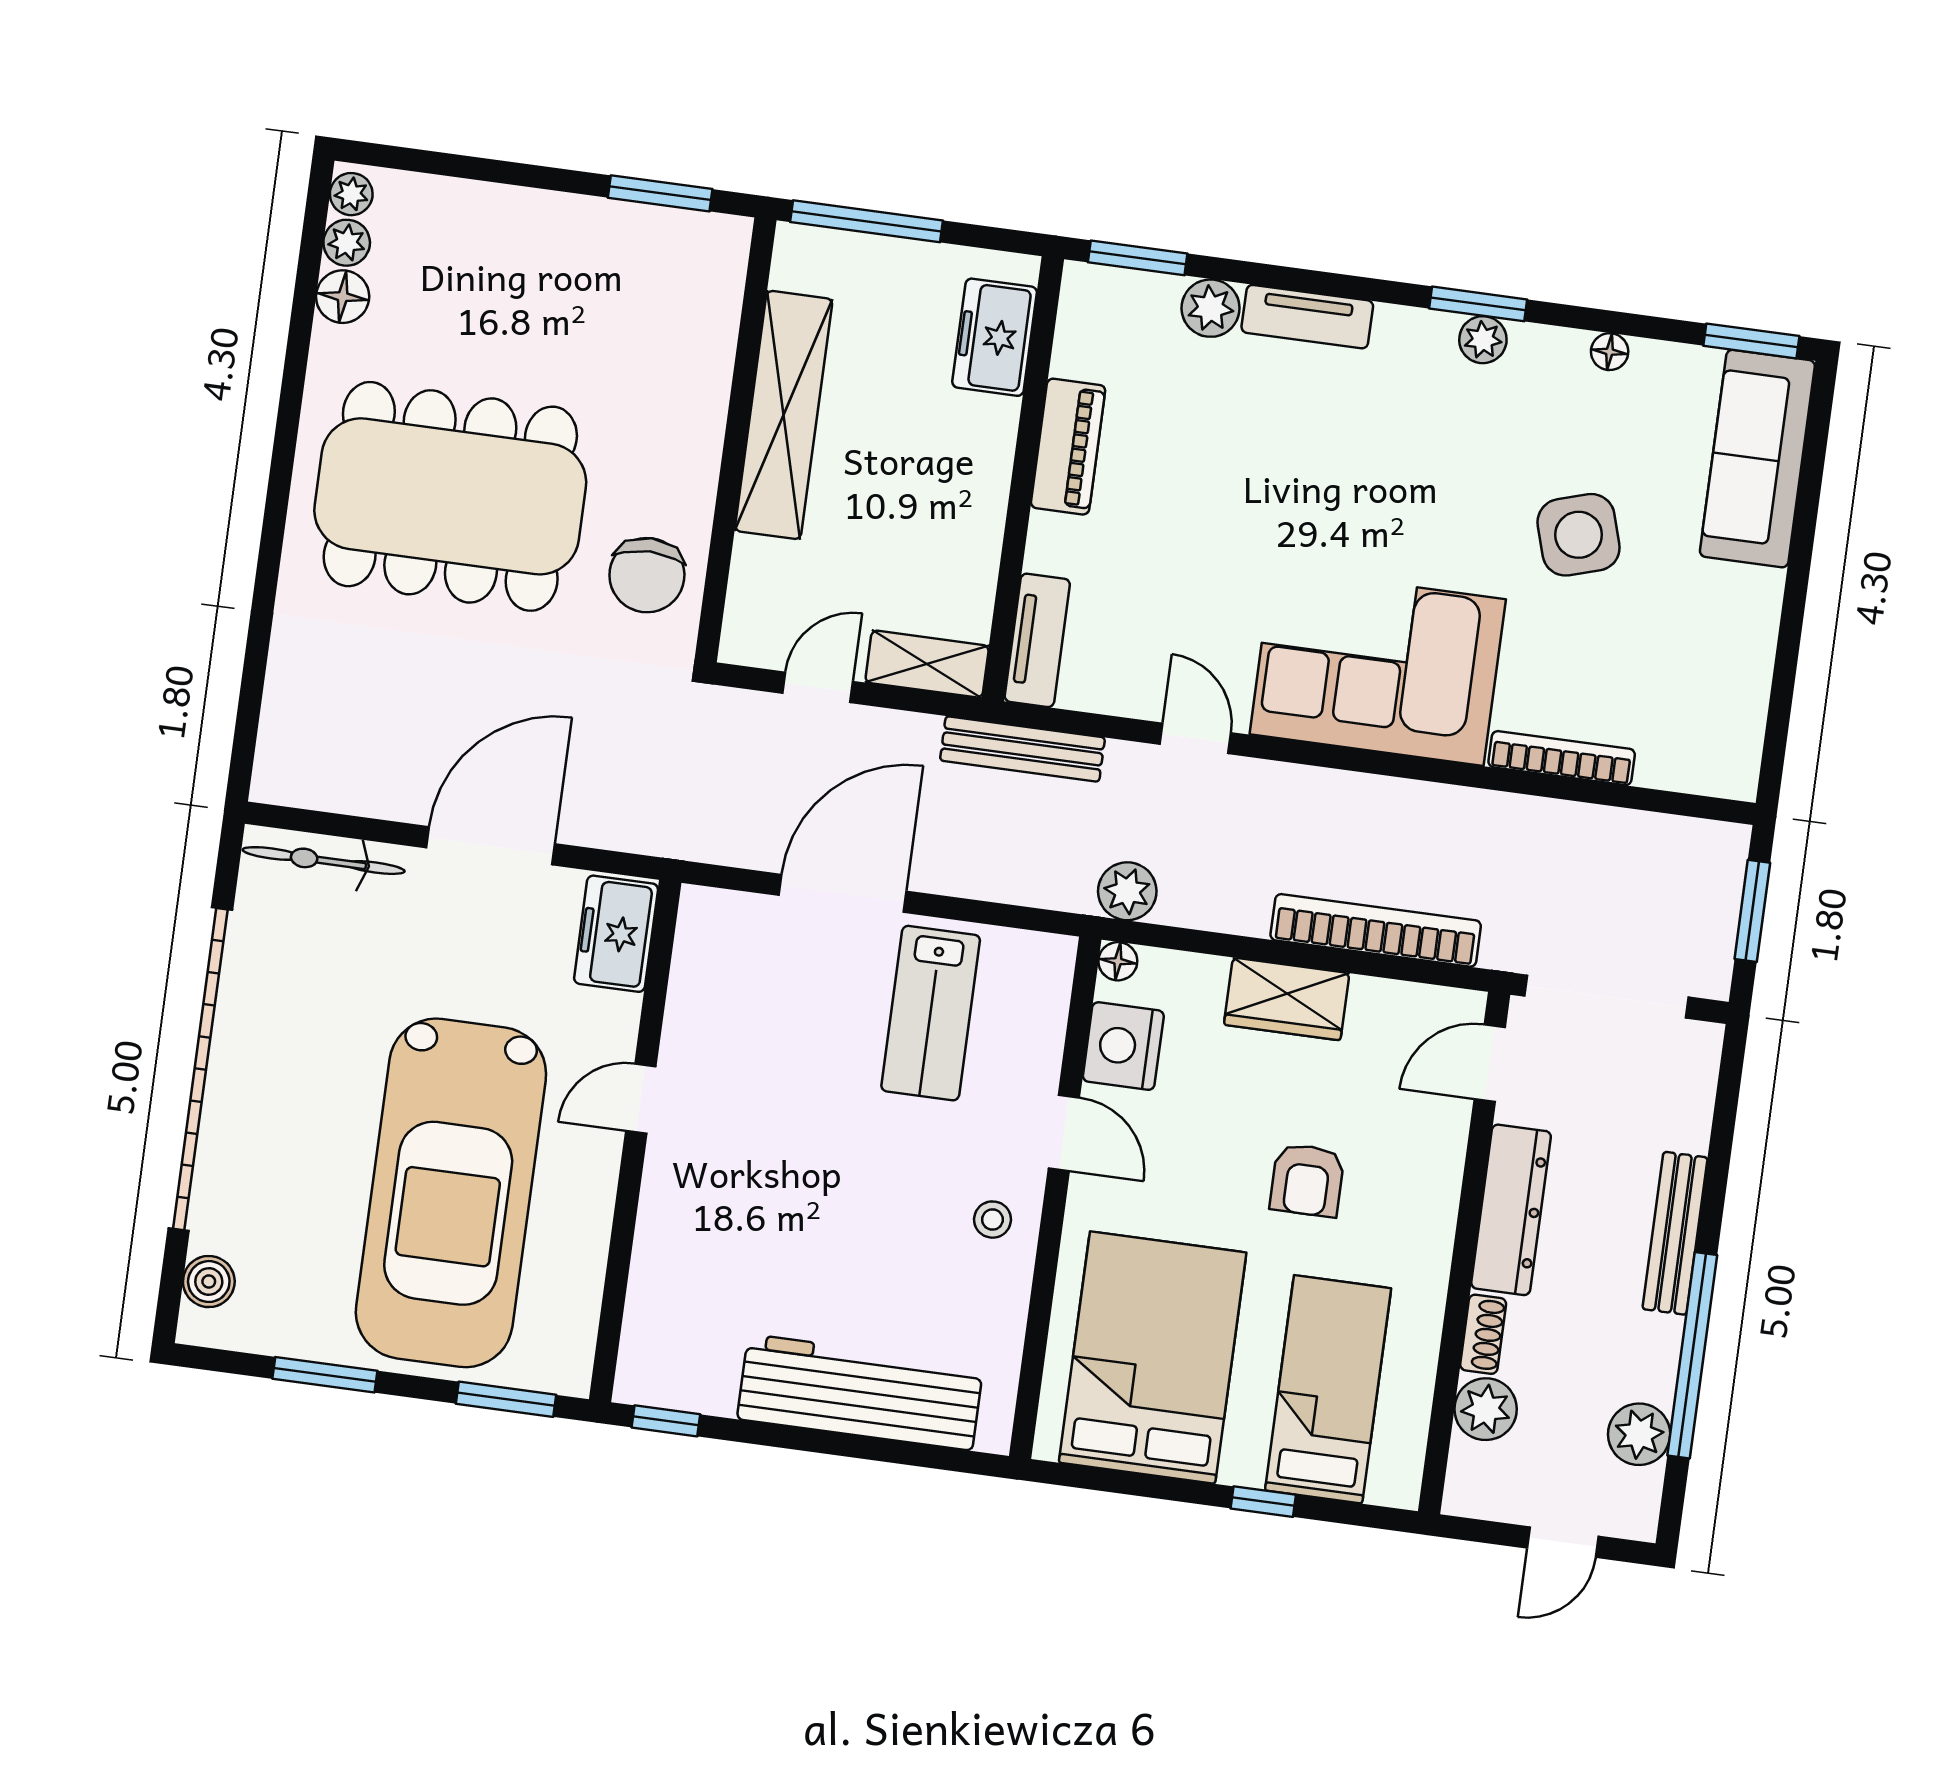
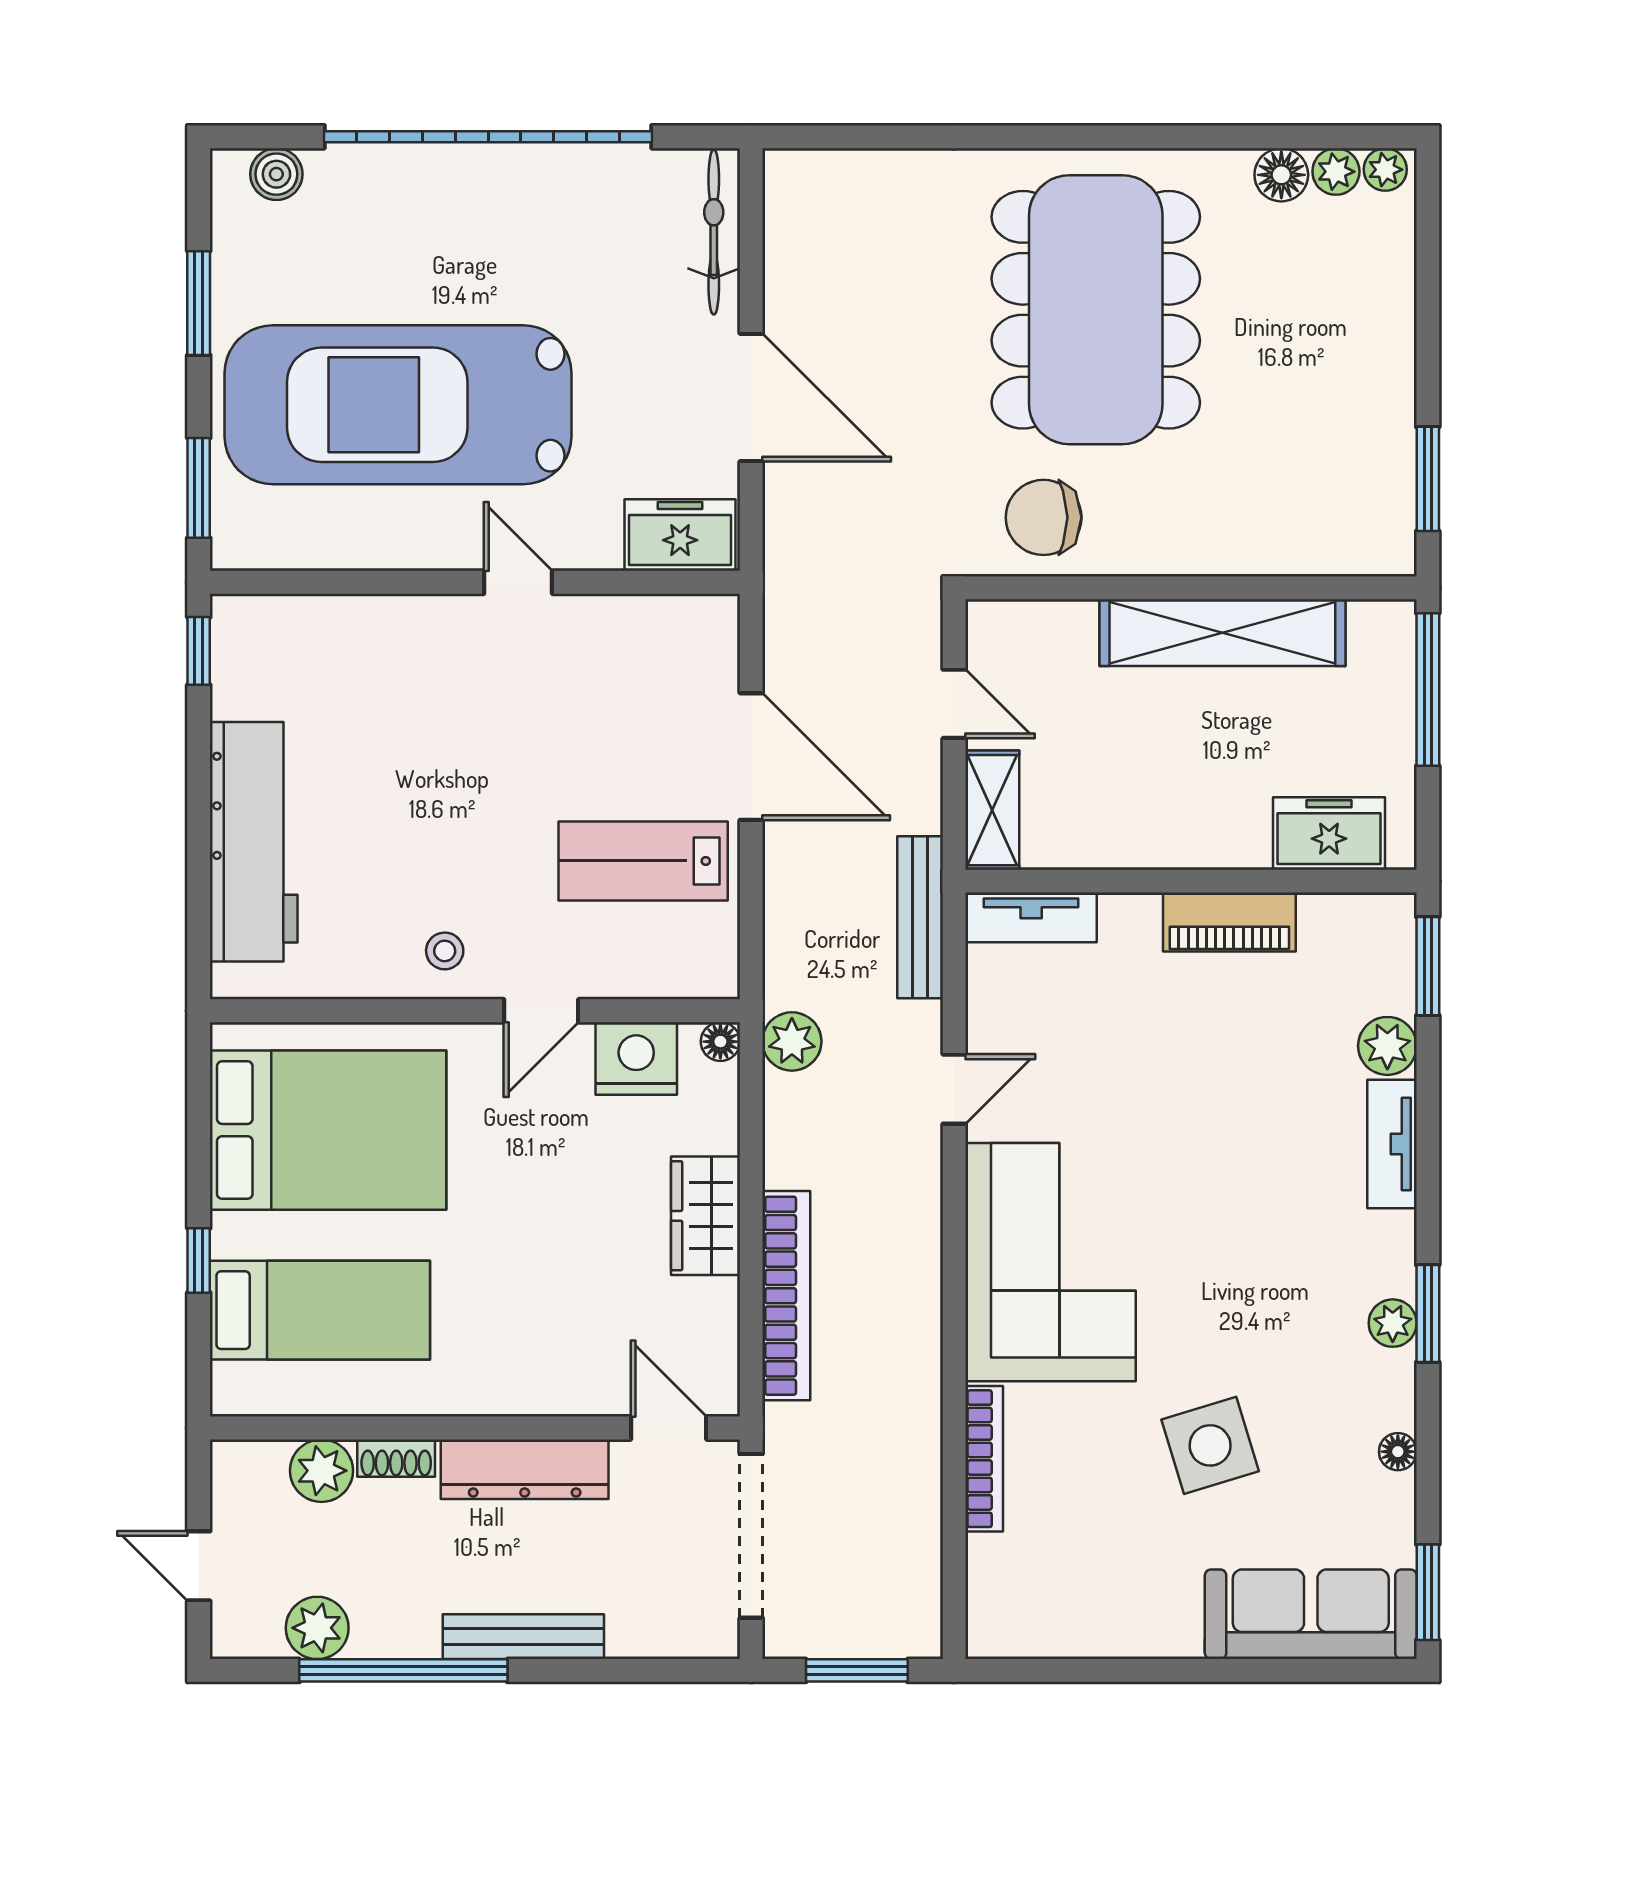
armchair: (1307, 1180) -> (527, 1261), removed

